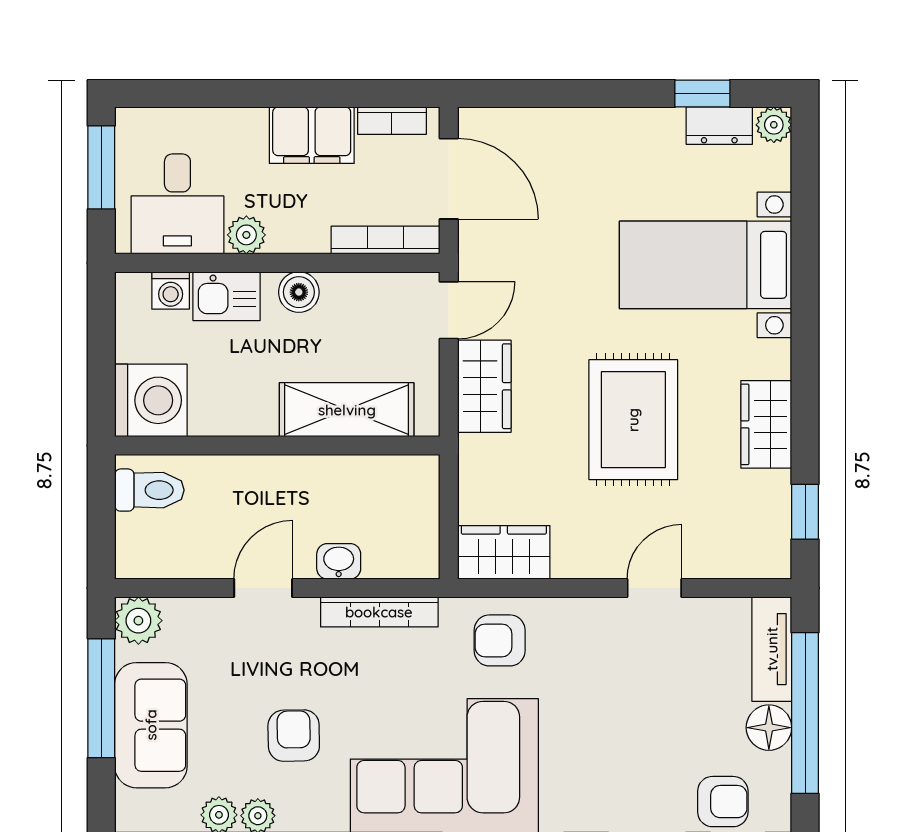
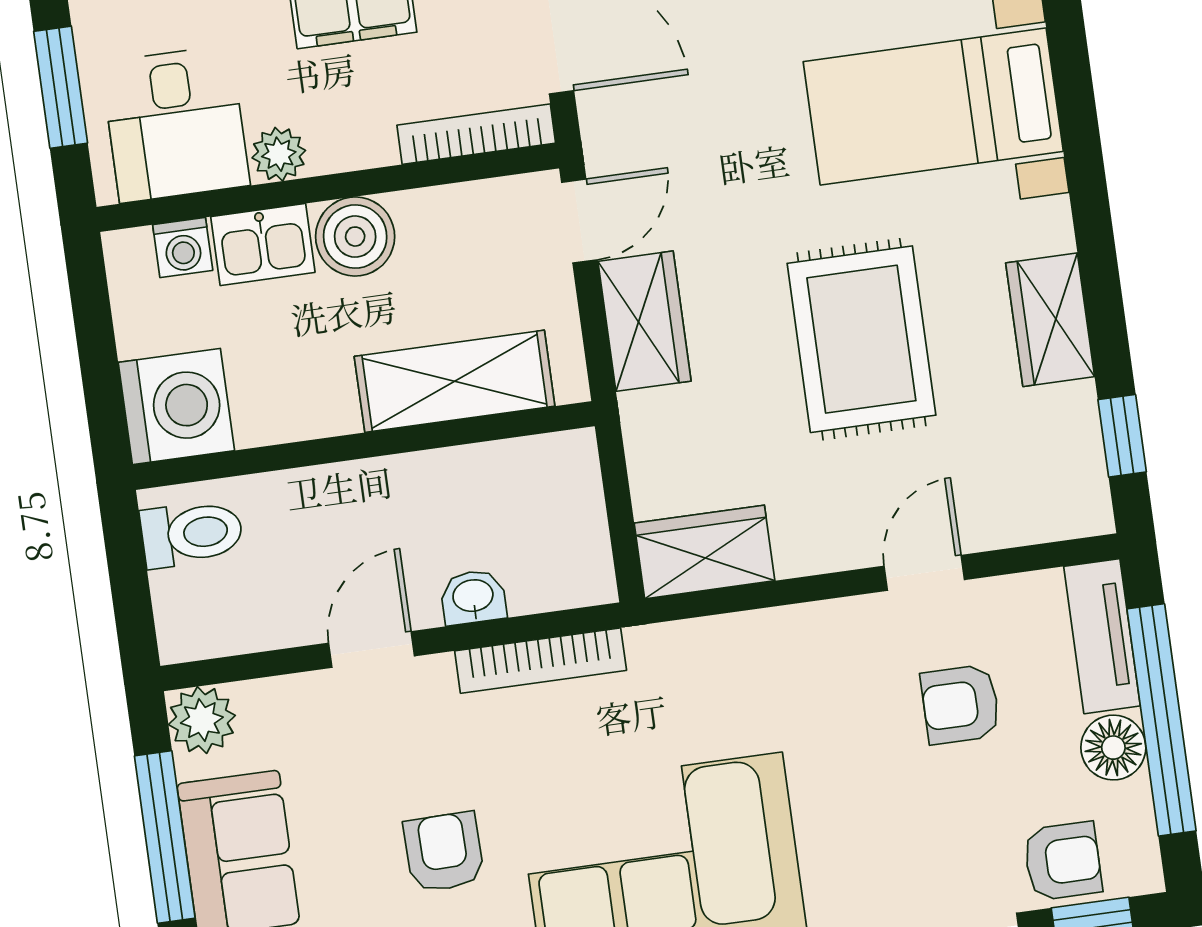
boiler: (299, 292) -> (355, 237), width x1.36, depth x1.36
armchair: (500, 640) -> (960, 704), moved

